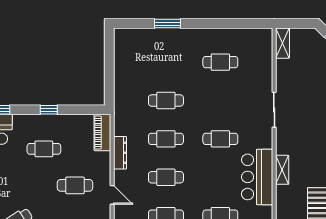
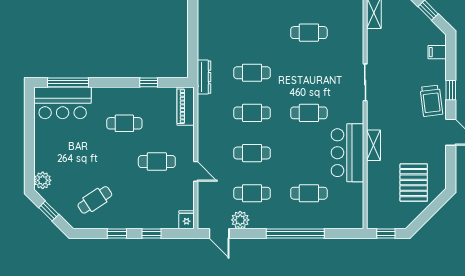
window: (49, 110) -> (149, 82), moved
dresser: (120, 153) -> (204, 77), moved

